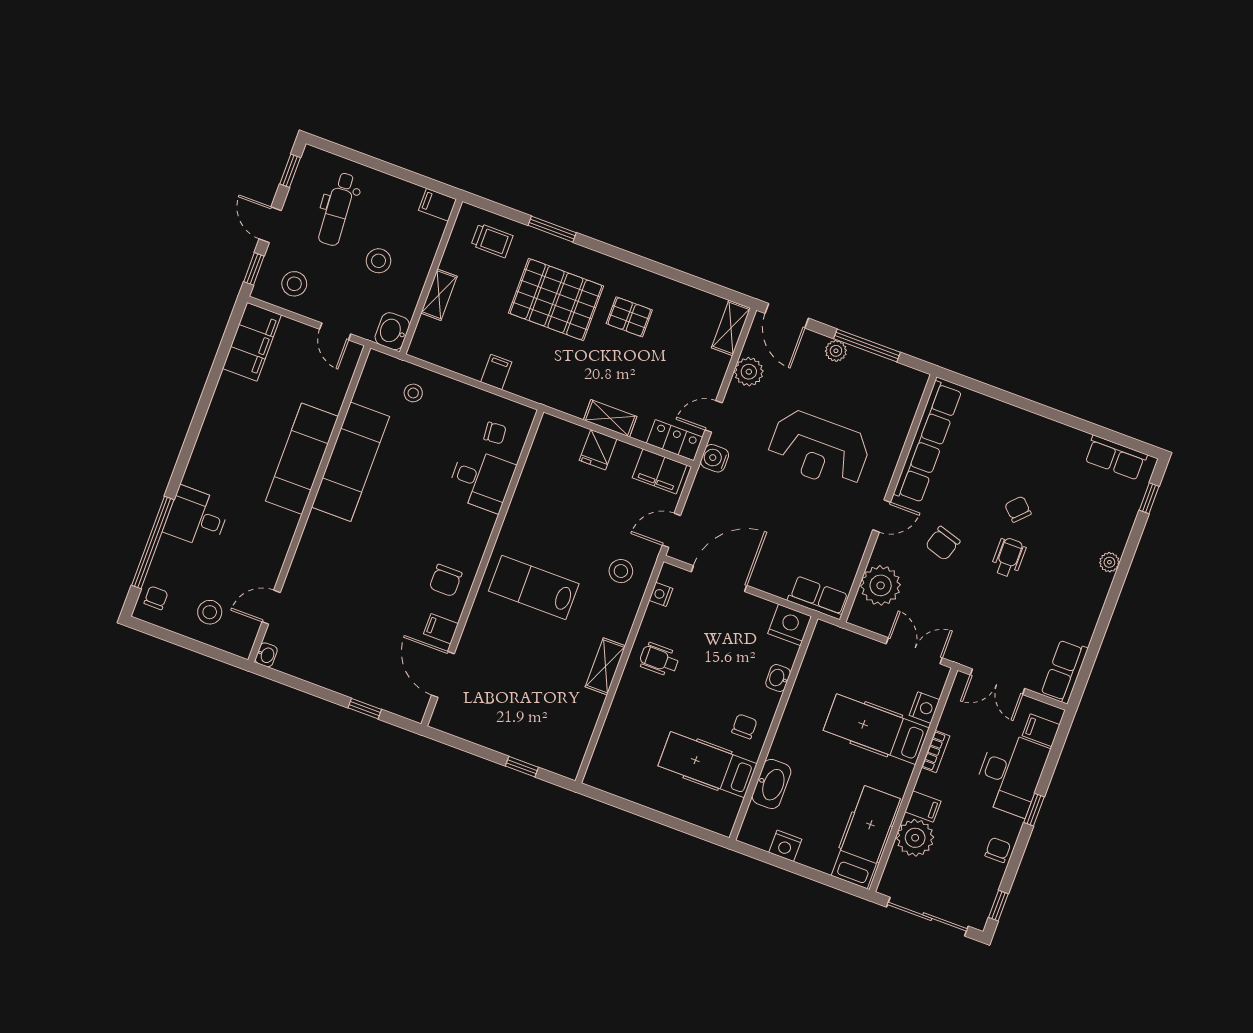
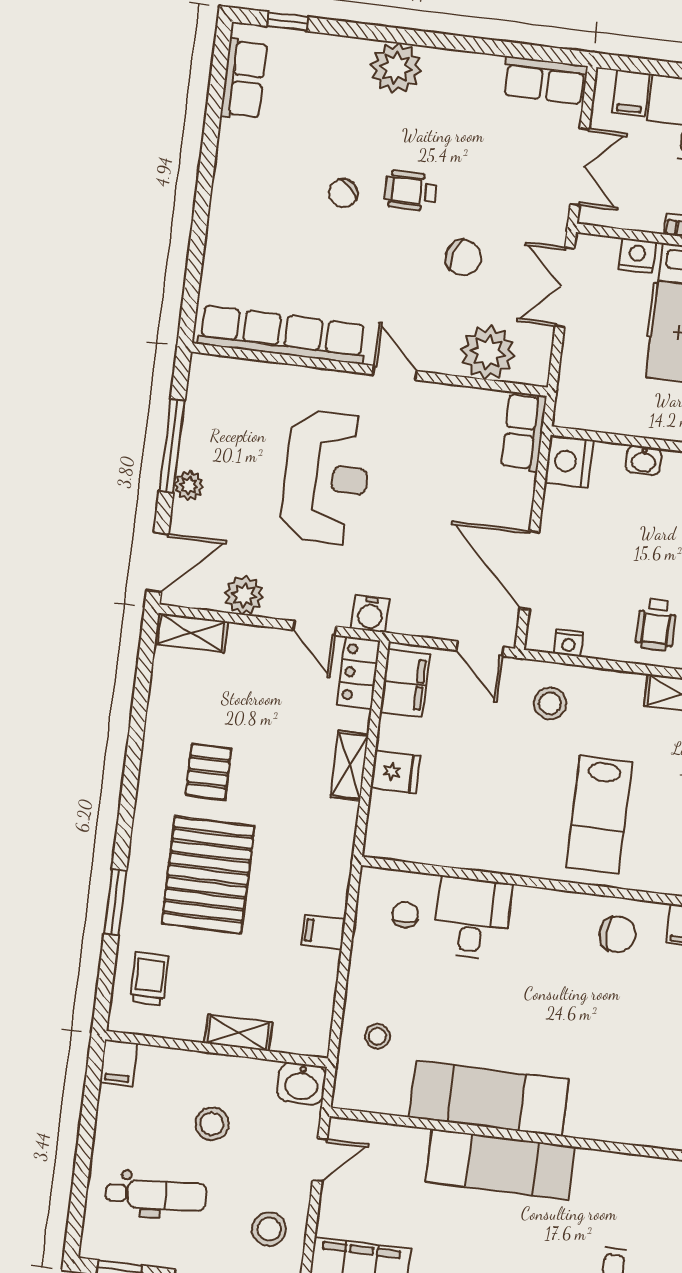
chair: (943, 543) -> (463, 258), moved
plant: (1109, 562) -> (396, 68), width x1.87, depth x1.87

